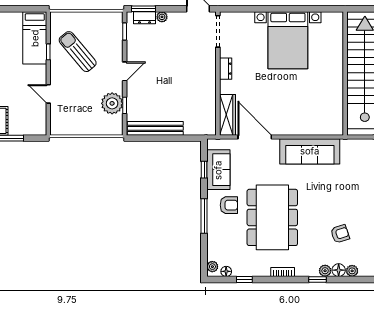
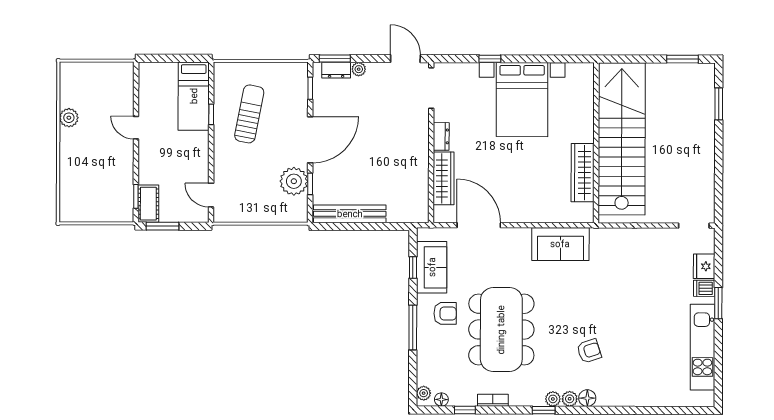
window: (263, 9) -> (490, 59), added
sun lounger: (78, 52) -> (249, 114), turned 51
door: (125, 71) -> (310, 140), width x1.87
door: (48, 94) -> (211, 195), moved
wardrobe: (335, 96) -> (583, 173), added
wardrobe: (228, 115) -> (444, 178), moved
sofa: (310, 151) -> (560, 244), width x0.73
plant: (352, 271) -> (553, 399), moved
bookcase: (283, 272) -> (493, 400), moved
window: (317, 280) -> (544, 410), moved

